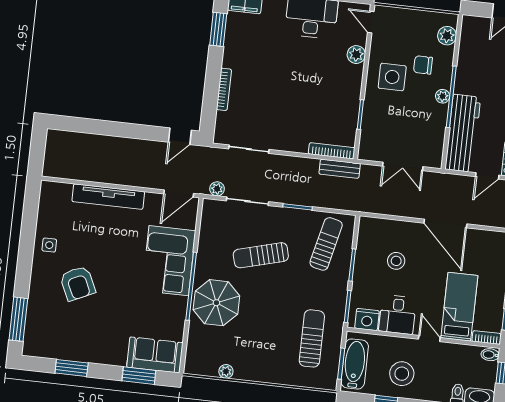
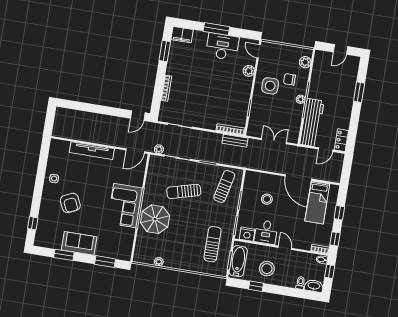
double door: (403, 166) -> (274, 141), swing flipped
corner sofa: (169, 261) -> (125, 206), moved
bed: (459, 307) -> (317, 202), moved, turned 180
window: (18, 319) -> (33, 223), width x0.46
sofa: (155, 355) -> (79, 243), moved

